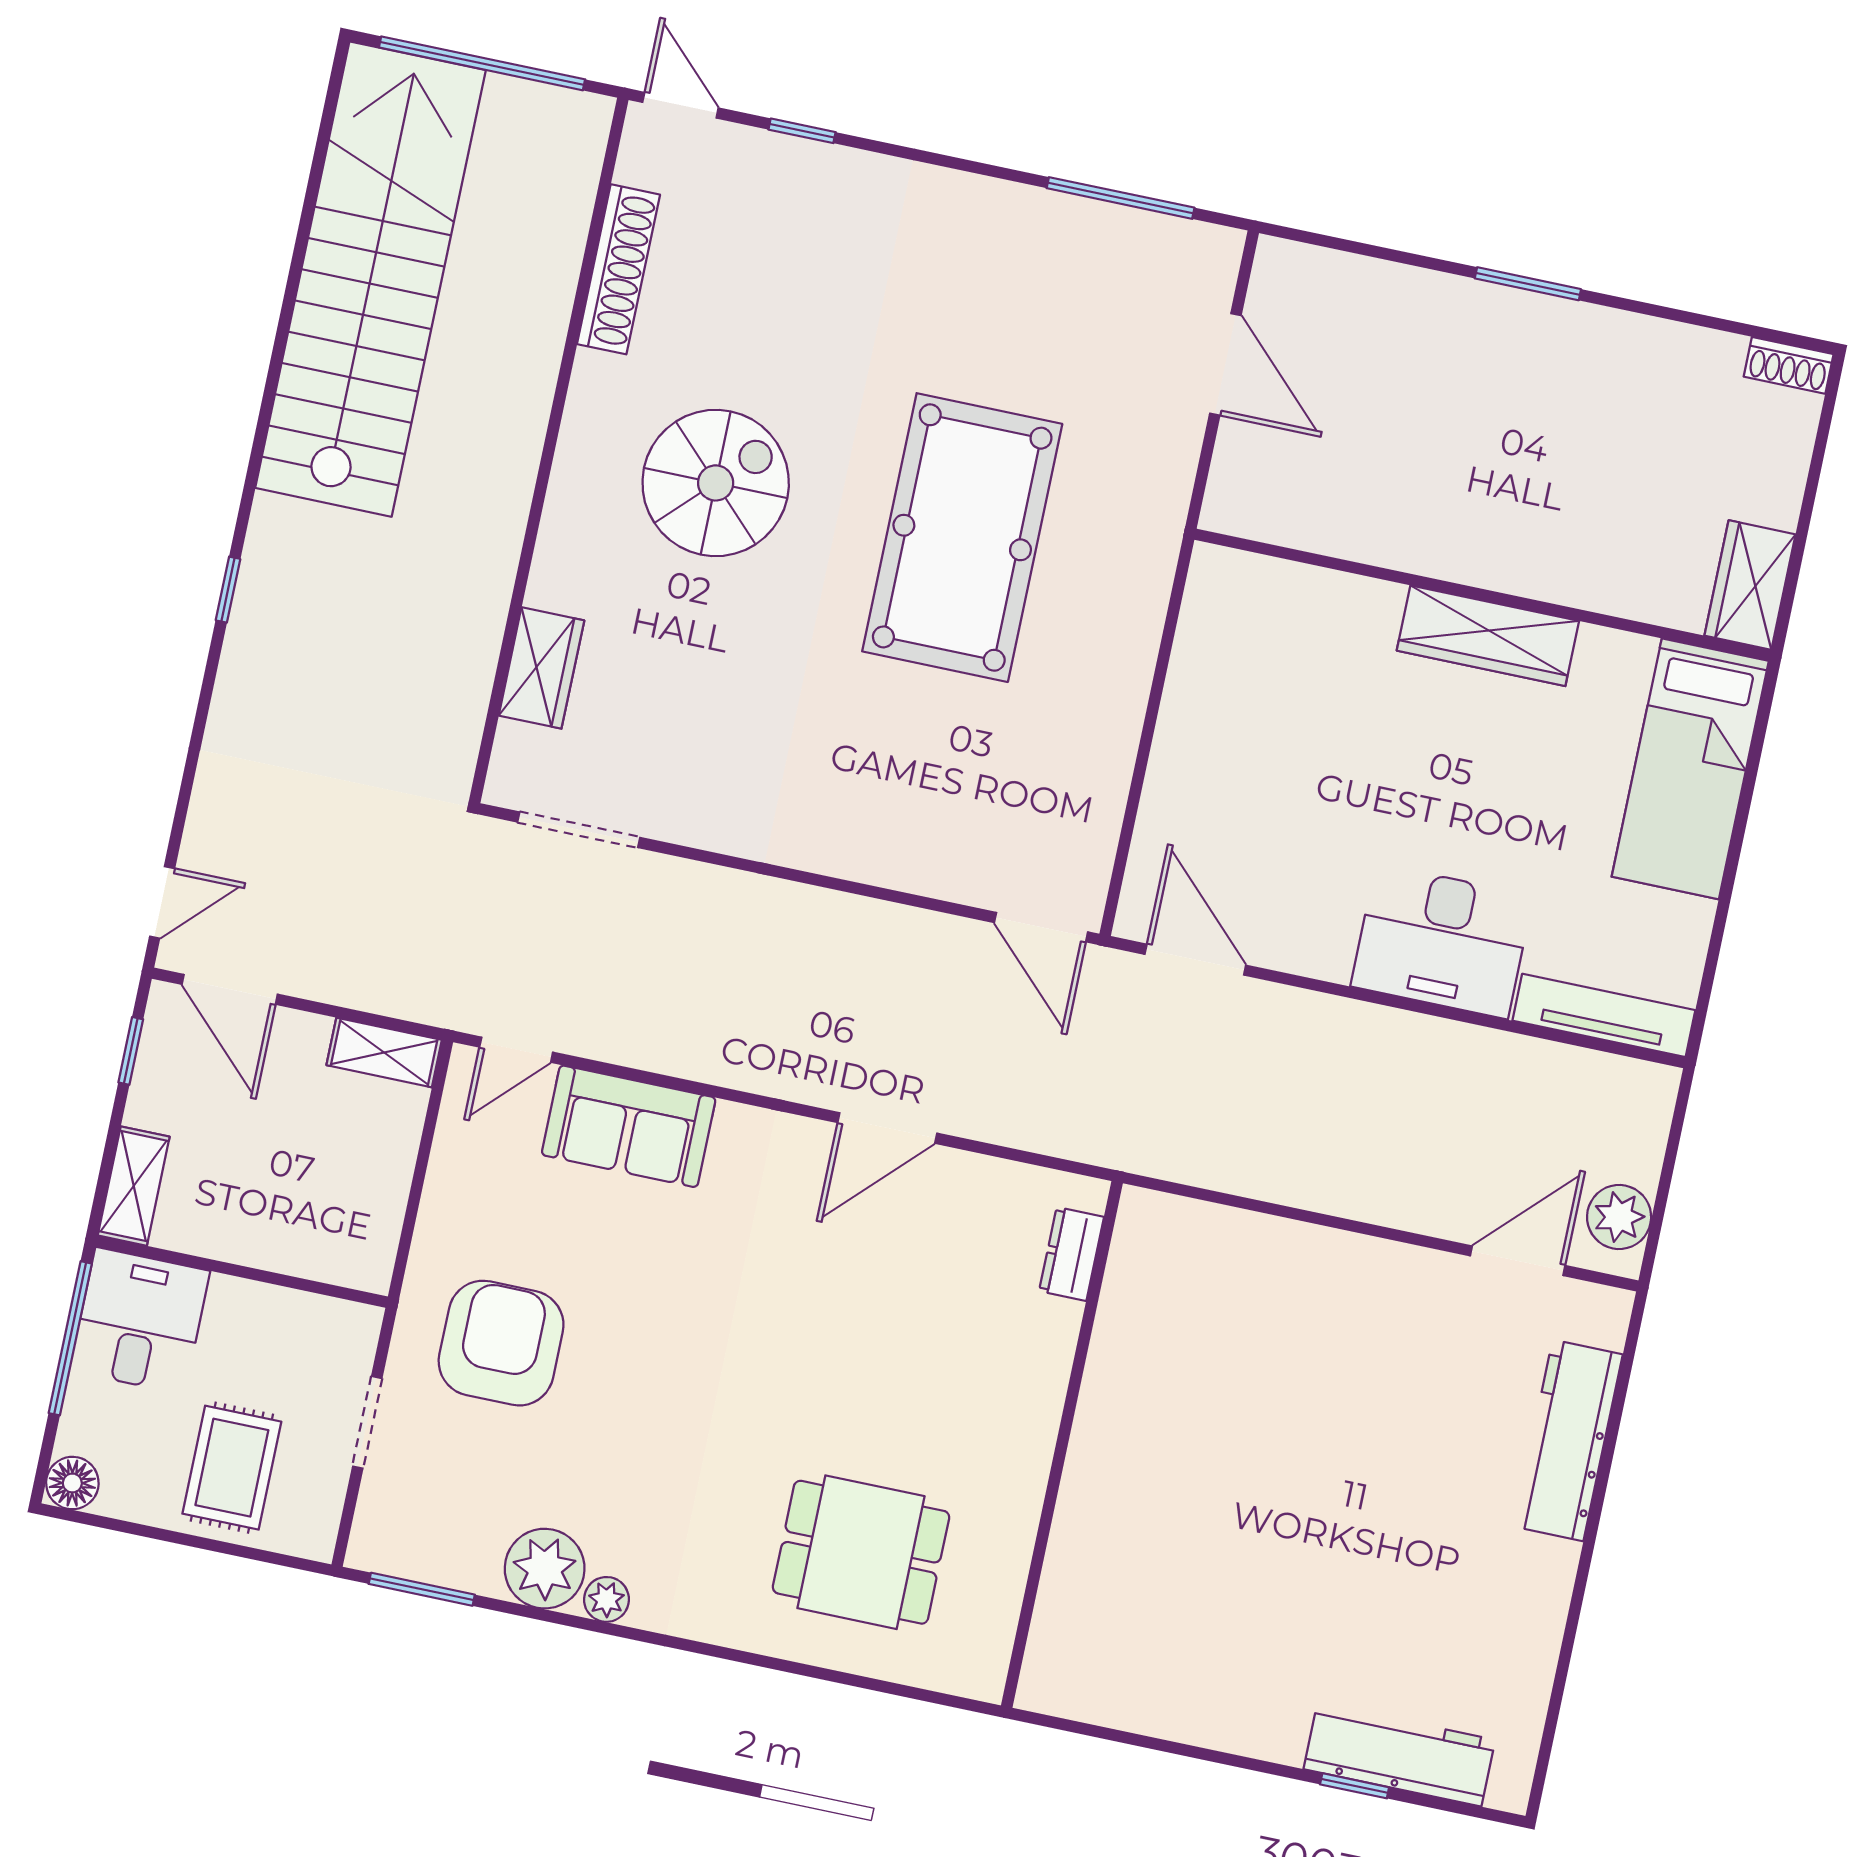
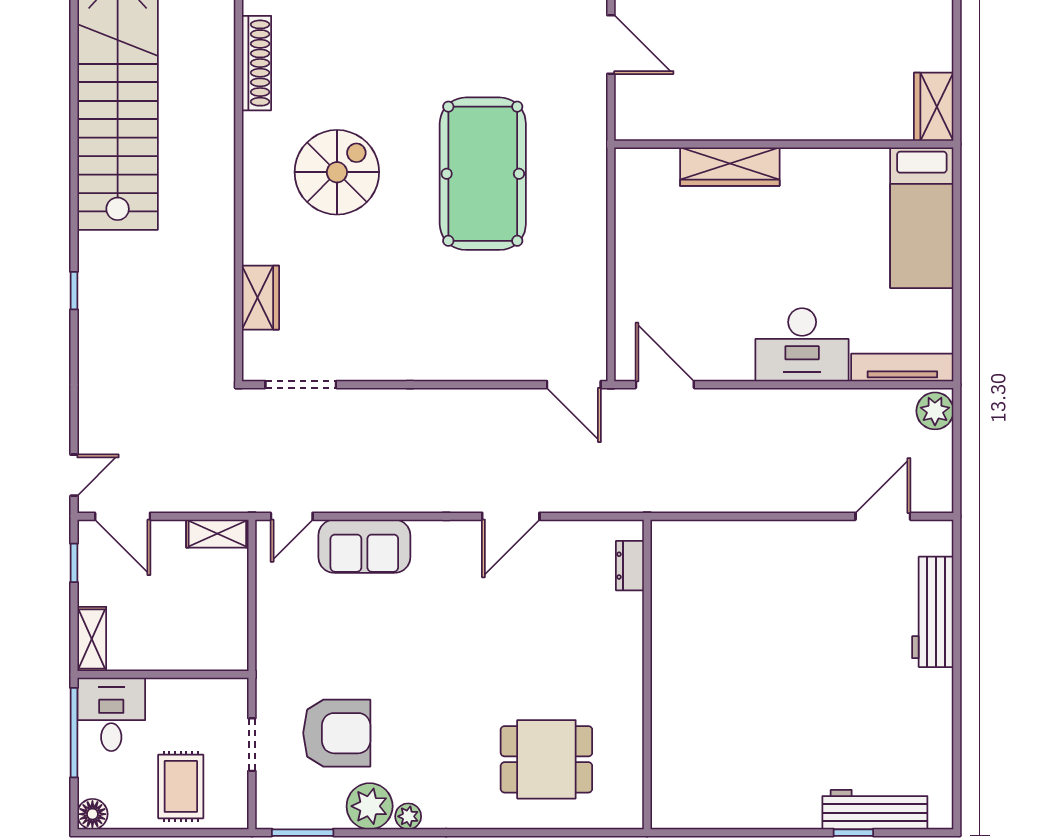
wardrobe: (1488, 636) -> (730, 167), moved
plant: (1619, 1217) -> (935, 411), moved
armchair: (501, 1343) -> (337, 733), moved, turned 90

